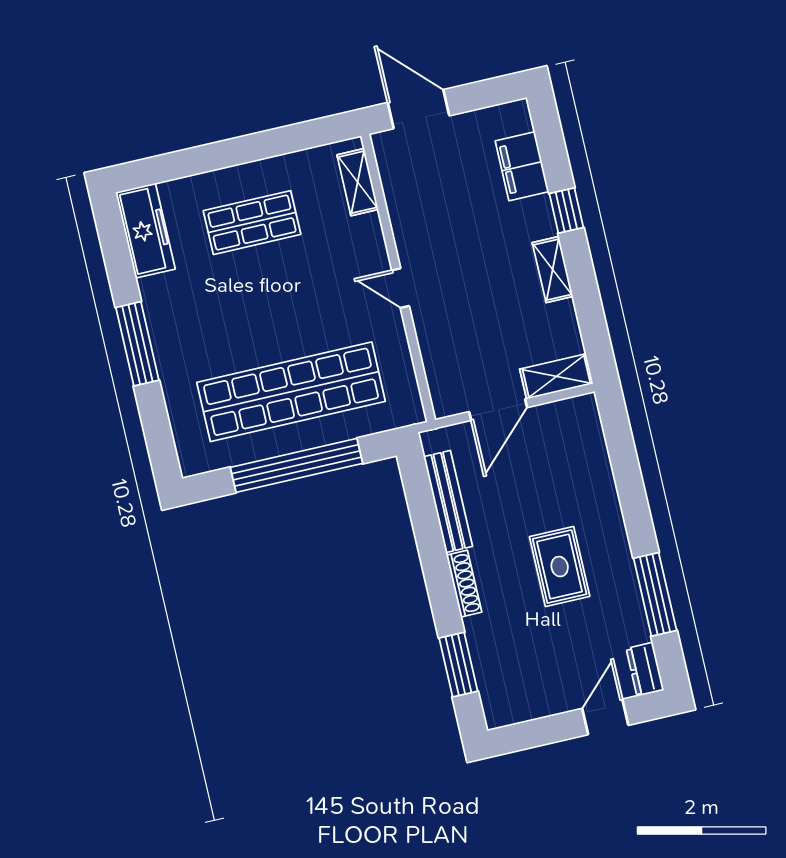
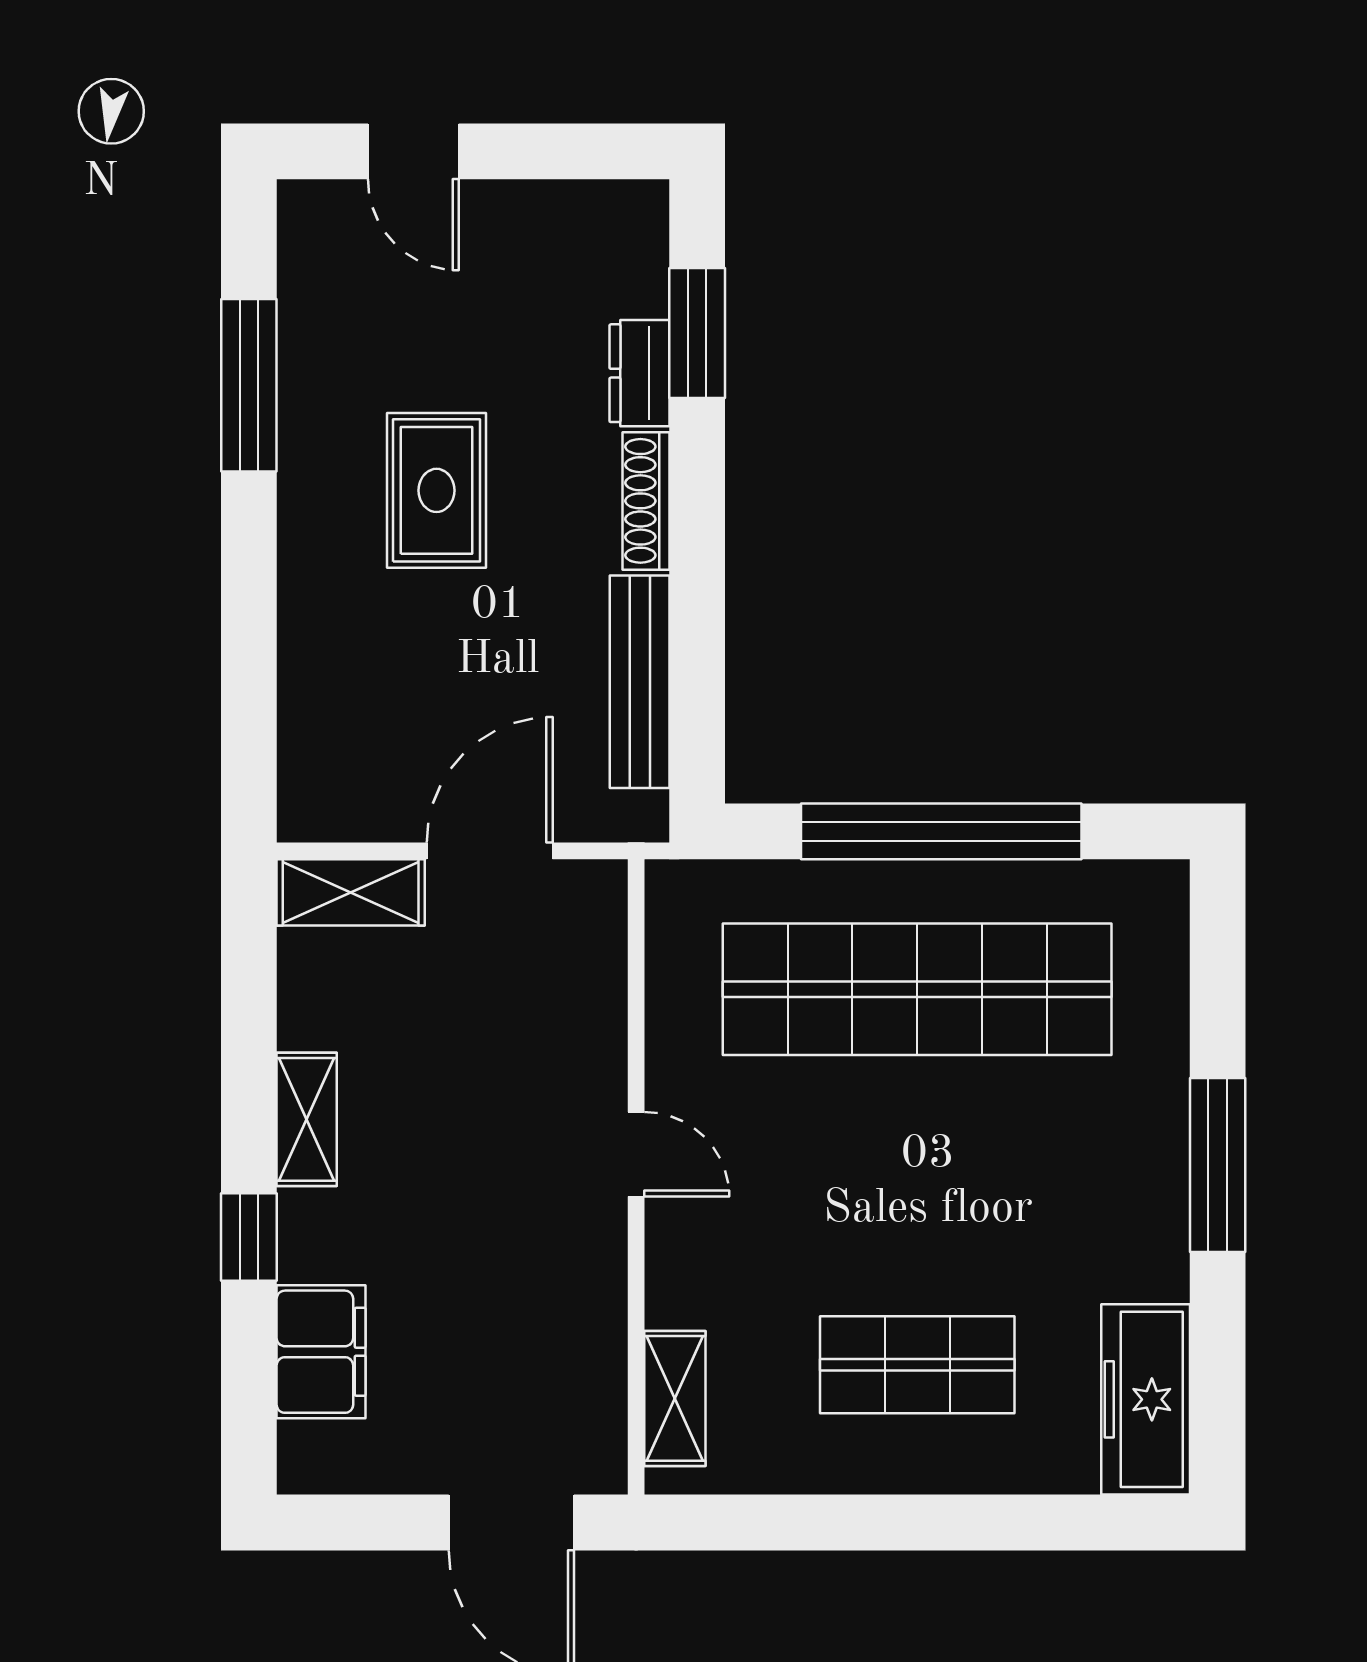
dresser: (645, 669) -> (639, 373), moved, turned 180
door: (605, 717) -> (413, 151), hinge flipped

